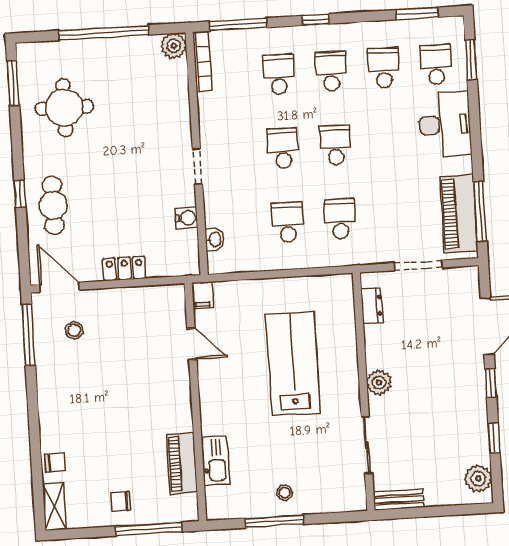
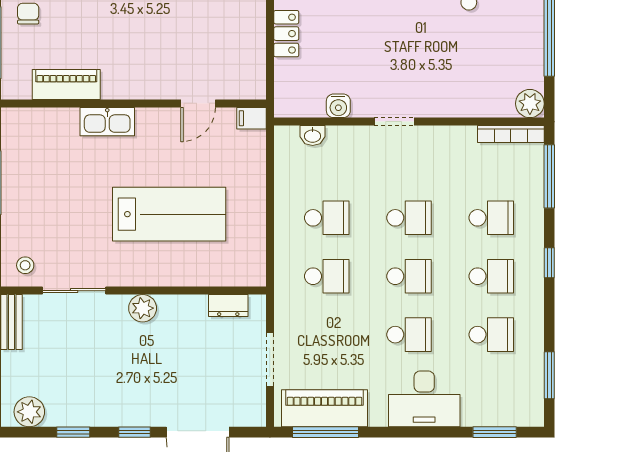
school desk: (436, 65) -> (409, 335), moved
kitchen sink: (215, 461) -> (107, 122), moved
stool: (284, 493) -> (25, 265), moved

